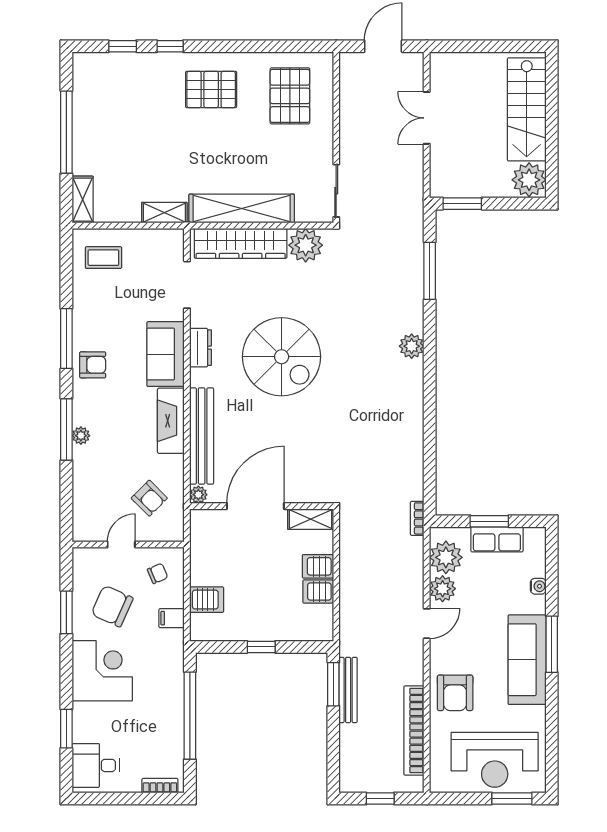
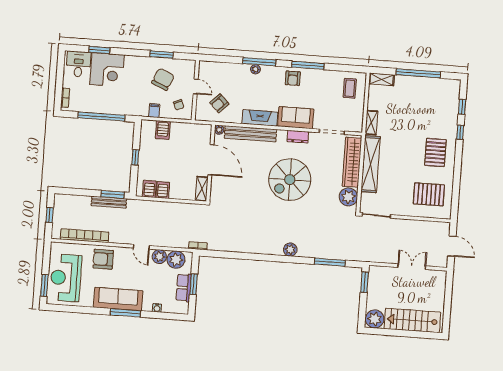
server rack: (318, 566) -> (149, 189), moved
corner desk: (102, 671) -> (107, 70), moved

